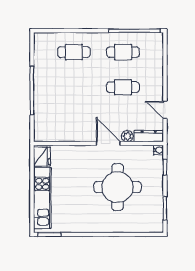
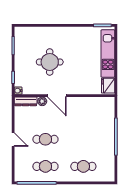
door: (165, 110) -> (13, 140), moved
round table: (117, 187) -> (50, 62), width x0.73, depth x0.73

